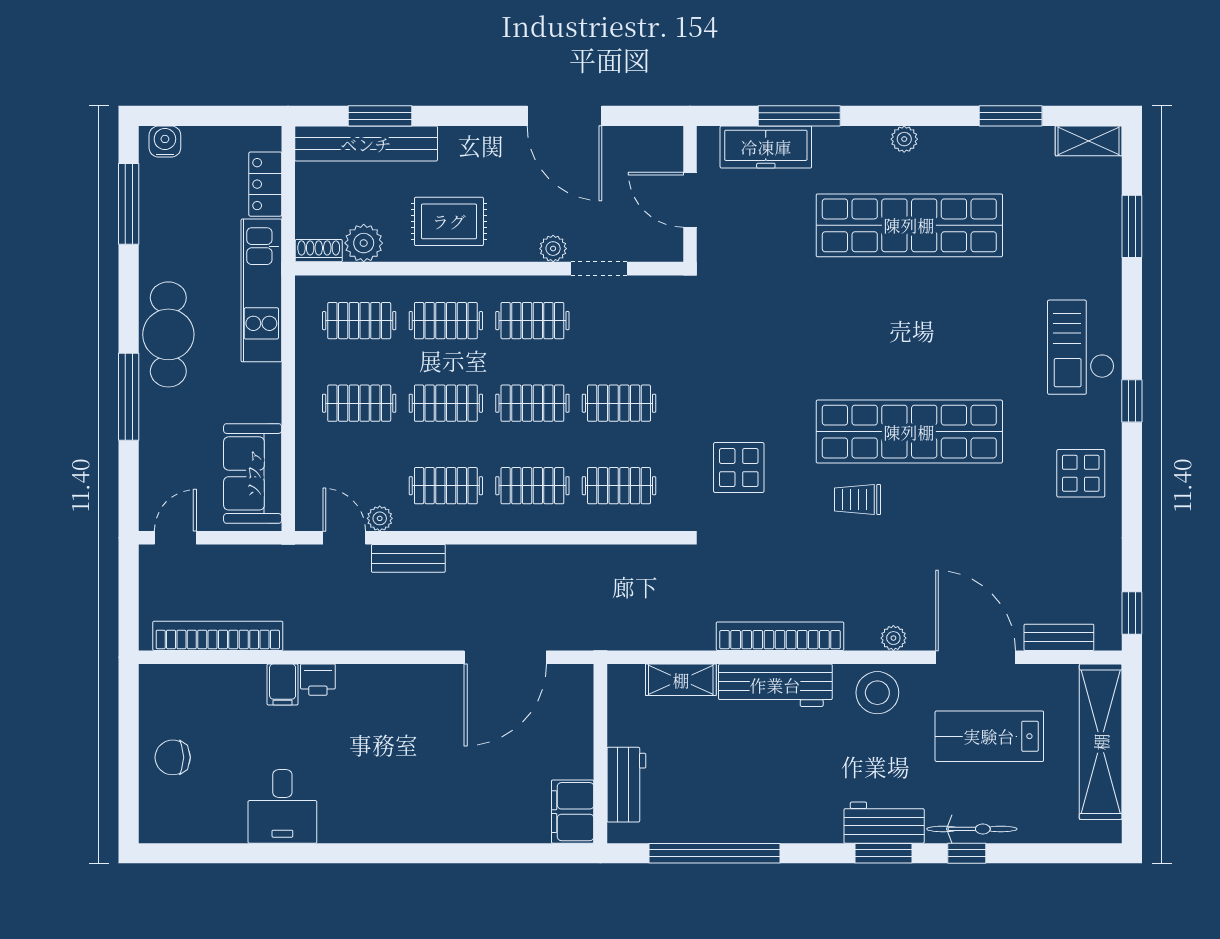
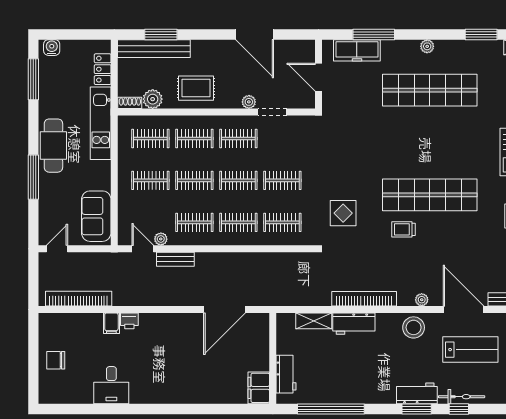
workbench: (775, 685) -> (354, 324), width x0.73
lab bench: (989, 736) -> (470, 350), turned 180

